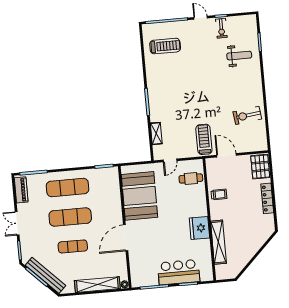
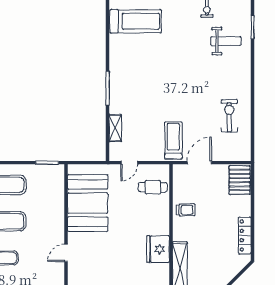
treadmill: (165, 46) -> (136, 21), width x1.37, depth x1.38
exercise bike: (247, 115) -> (229, 116), turned 97
door: (226, 155) -> (199, 163), hinge flipped
locker: (267, 198) -> (245, 236), moved
door: (126, 238) -> (66, 253), width x0.53

